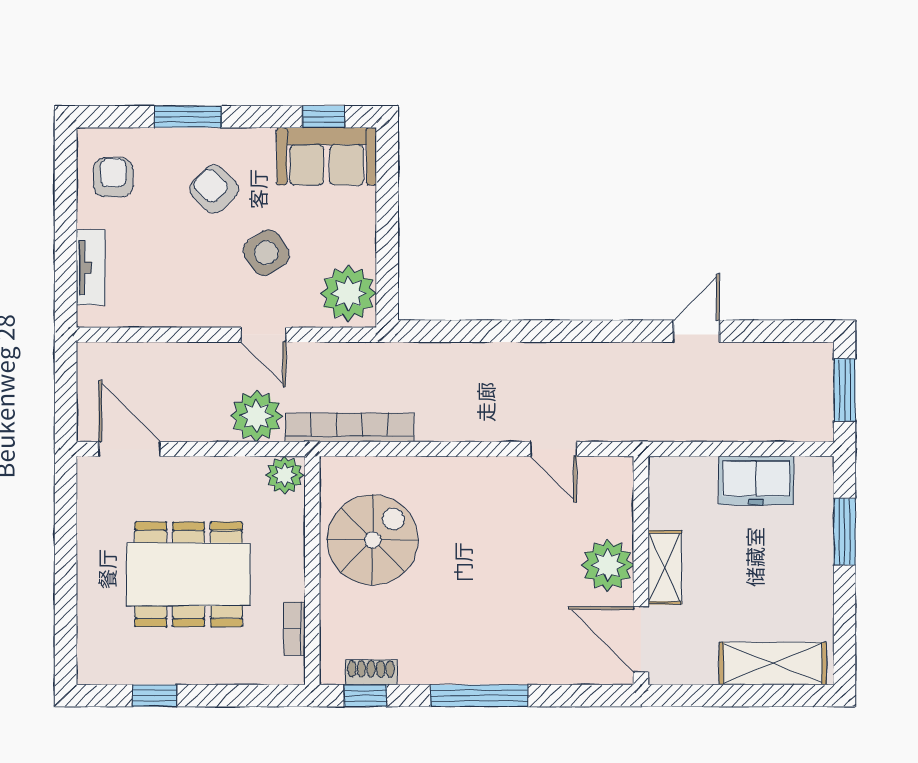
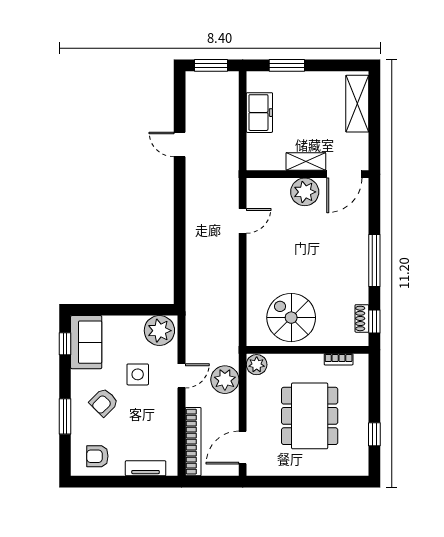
side table: (266, 253) -> (138, 374), turned 34
bookcase: (350, 427) -> (193, 442), moved, turned 180

